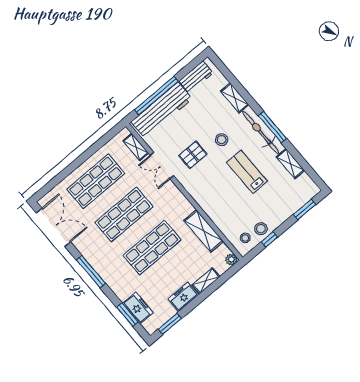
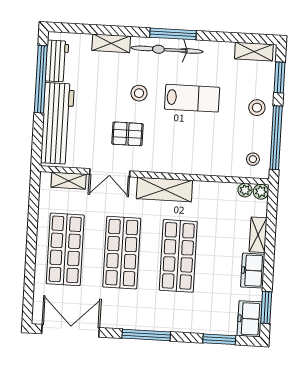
window: (156, 96) -> (41, 79), moved
pallet: (193, 155) -> (127, 134), turned 90
shelving: (290, 164) -> (254, 52), moved
lab bench: (247, 172) -> (192, 98), turned 180
stool: (261, 229) -> (257, 108), moved
shelving: (204, 231) -> (164, 190), moved
window: (269, 239) -> (276, 138), width x3.17
plant: (224, 250) -> (245, 190), added
freezer: (138, 308) -> (250, 319), moved, turned -90

